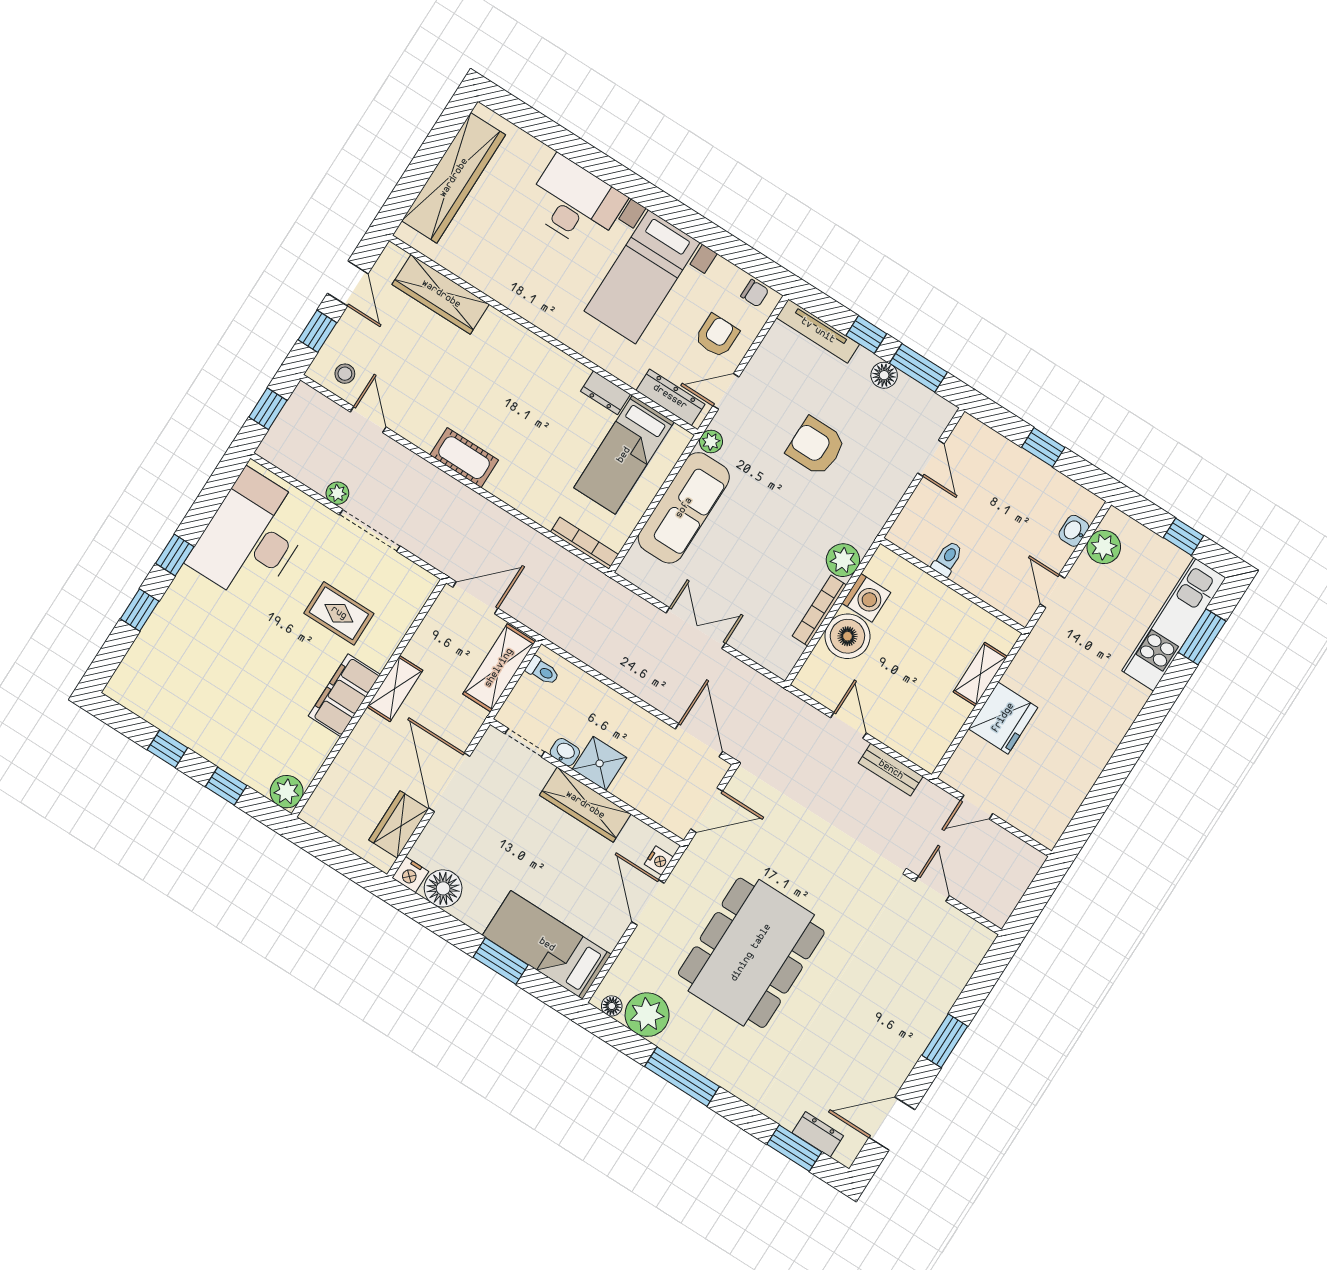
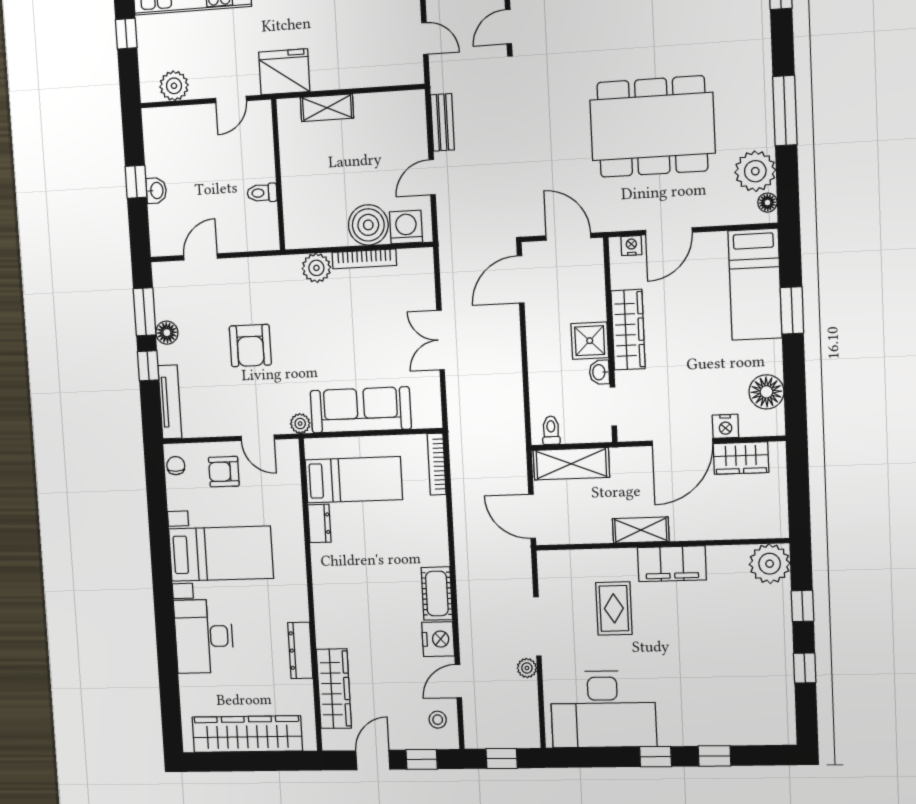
dresser: (670, 397) -> (300, 650), moved
nightstand: (421, 428) -> (438, 639), added
washbasin: (1074, 531) -> (156, 191), moved, turned -90
washing machine: (866, 598) -> (406, 227), moved
fridge: (1003, 718) -> (284, 72), moved
plant: (287, 792) -> (770, 564), width x1.36, depth x1.36
nightstand: (410, 875) -> (725, 426), moved, turned 90

